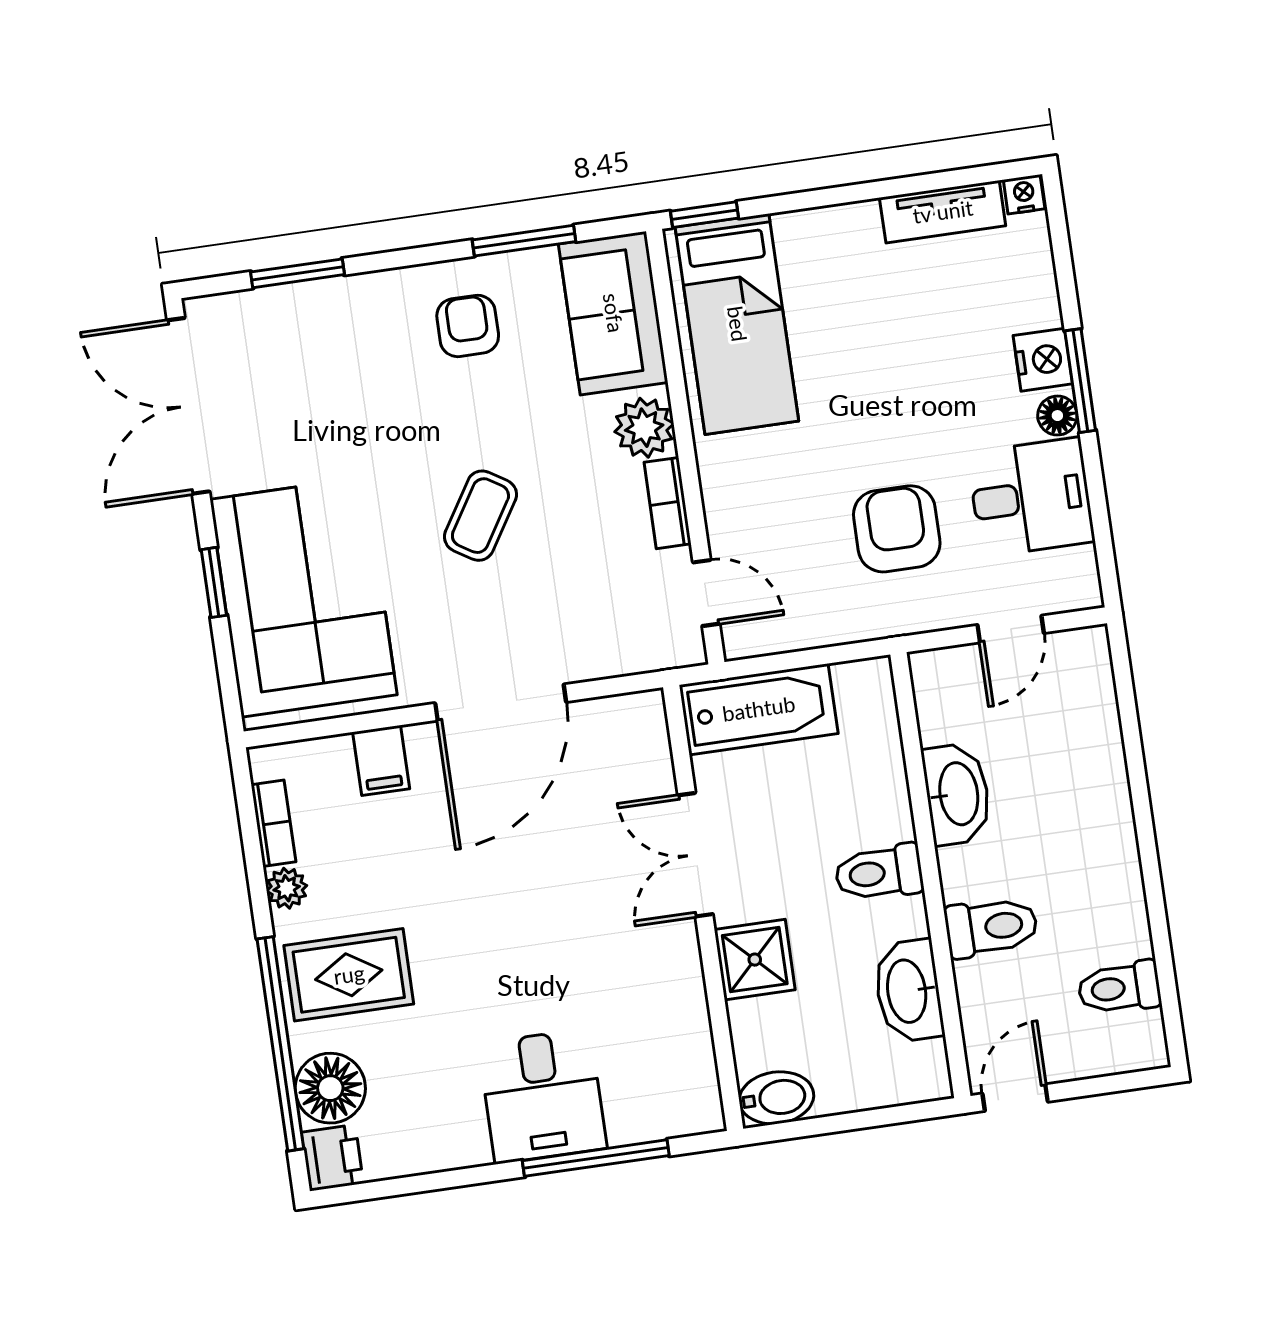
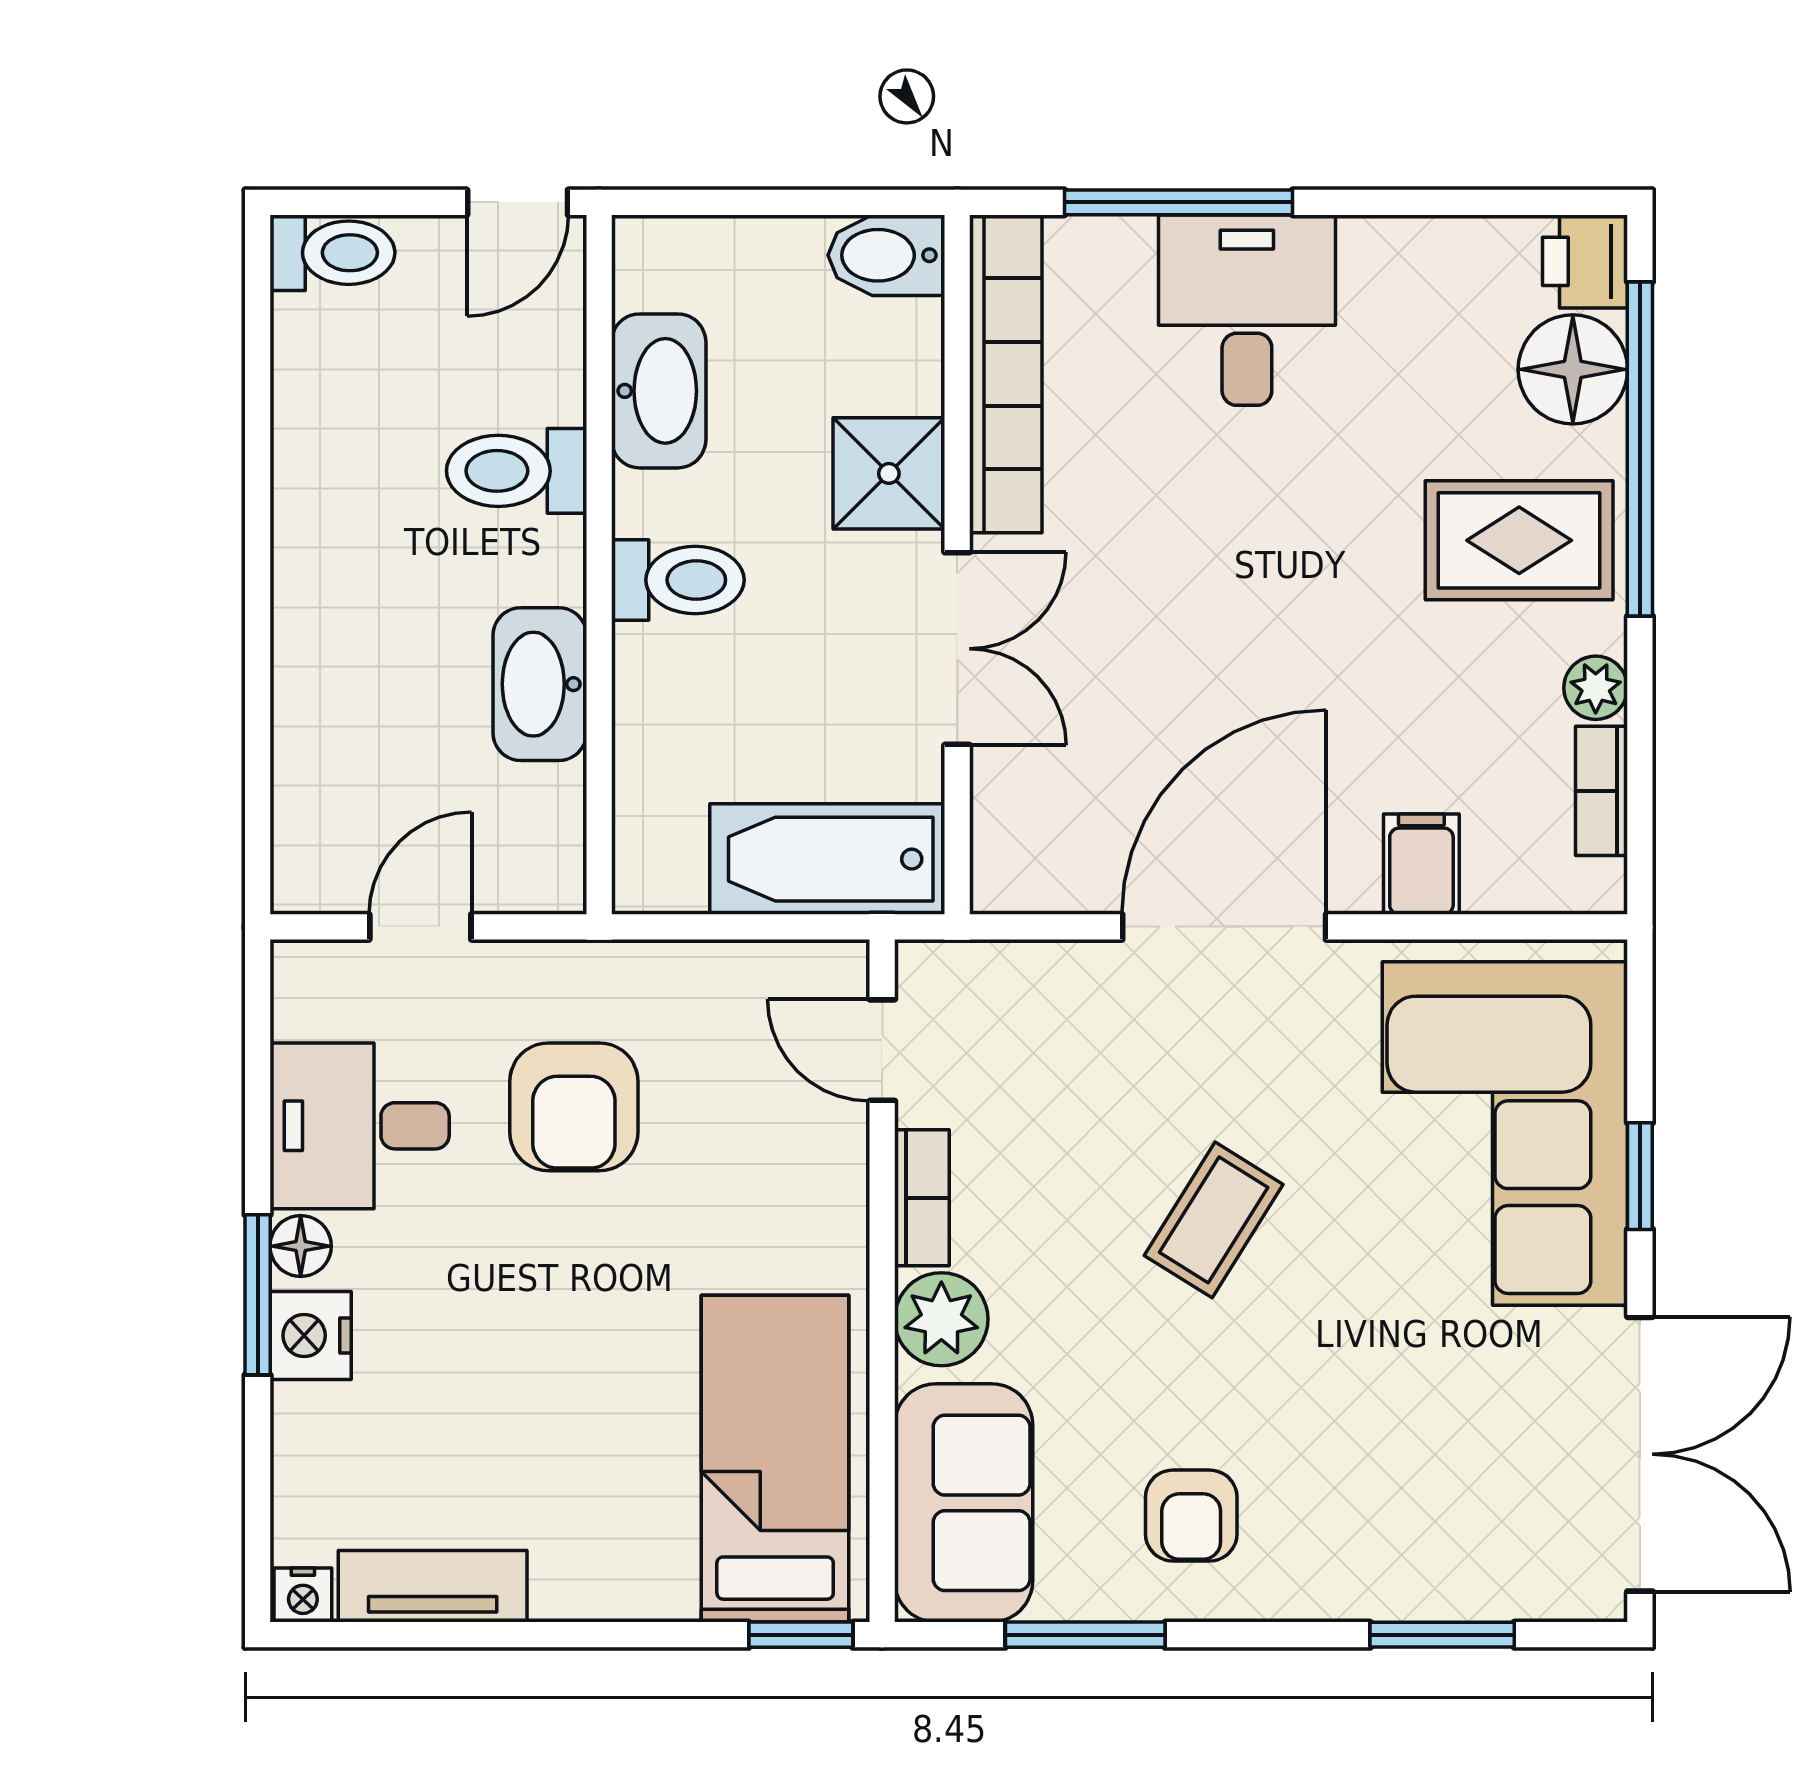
toilet: (1119, 988) -> (332, 253), moved
bookcase: (690, 1033) -> (1006, 374), added

